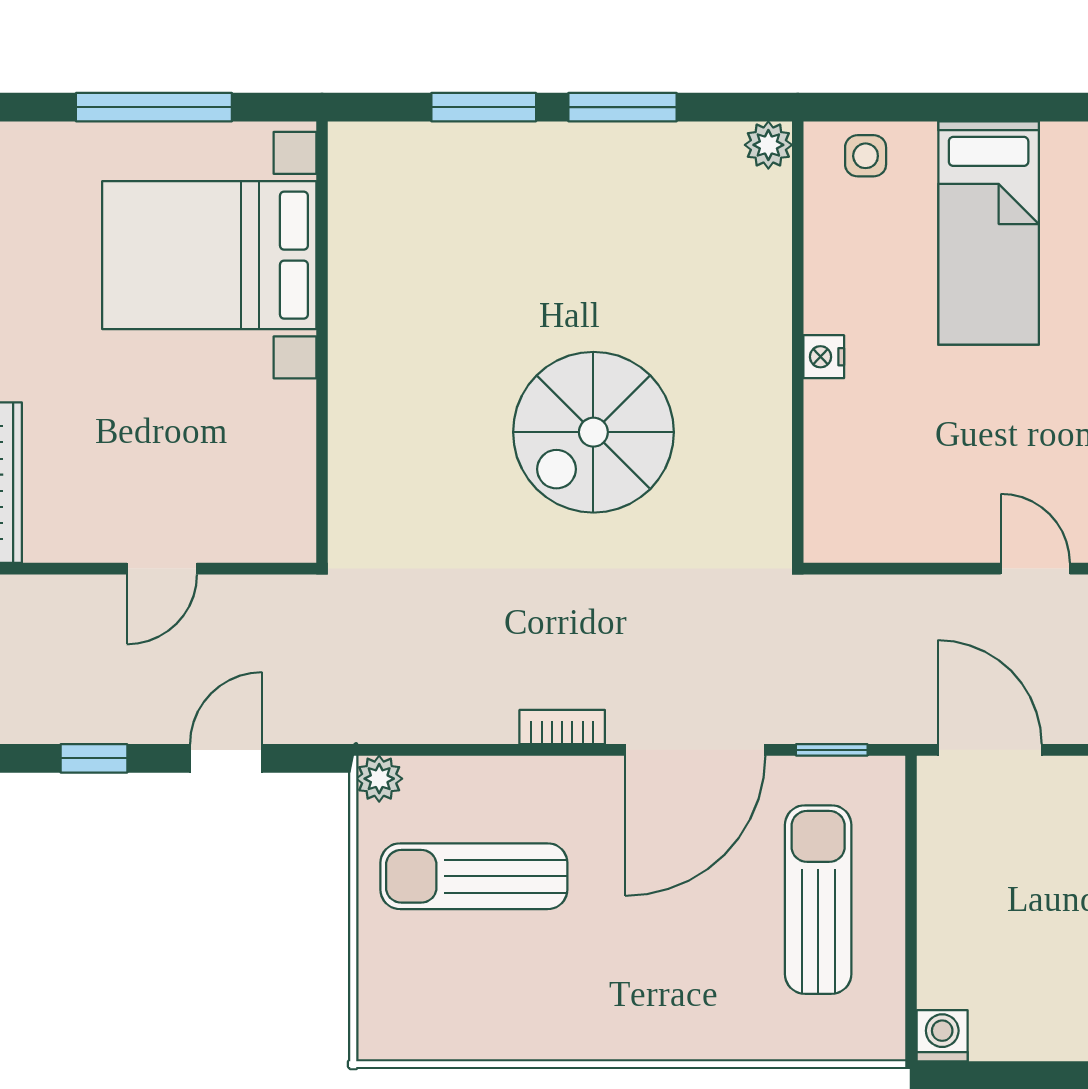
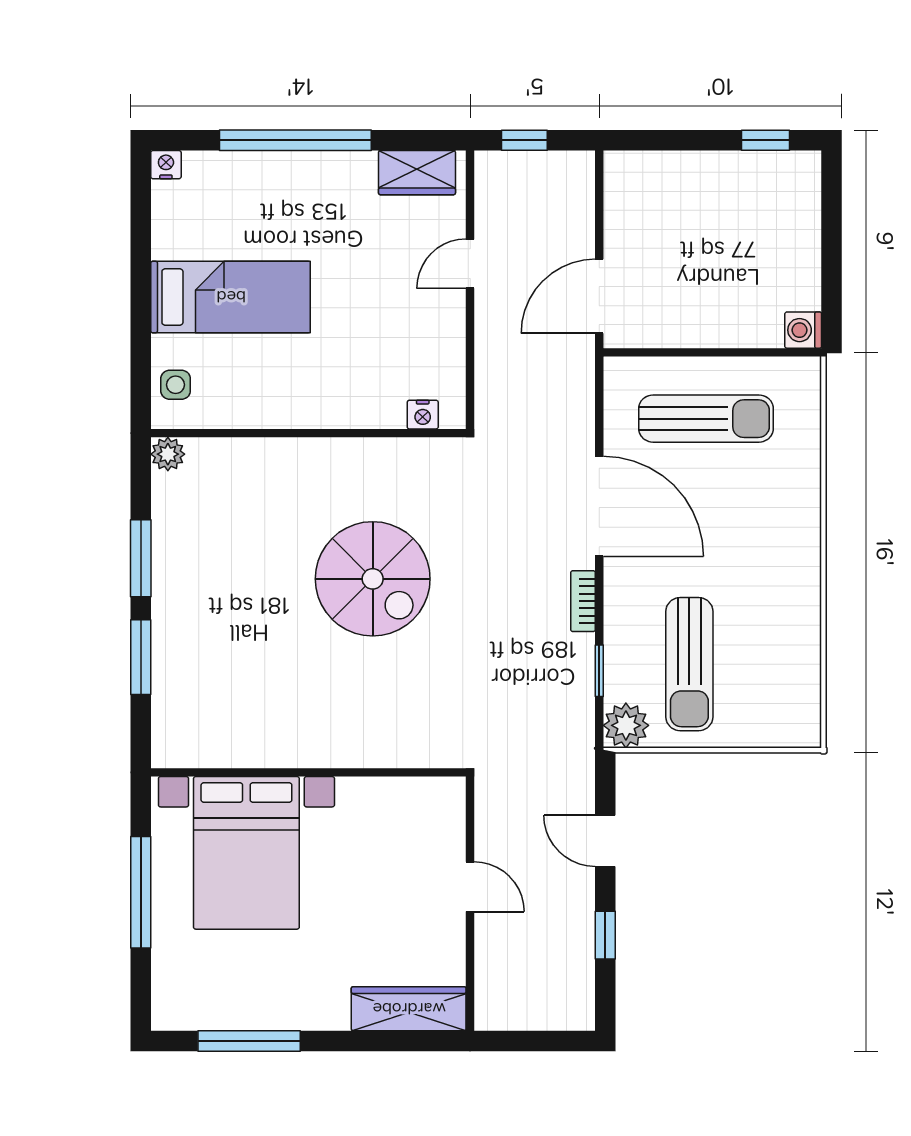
nightstand: (824, 357) -> (423, 415), moved
window: (832, 750) -> (599, 671), moved
plant: (379, 779) -> (626, 725), width x1.38, depth x1.38
sun lounger: (818, 900) -> (706, 419), turned 180

